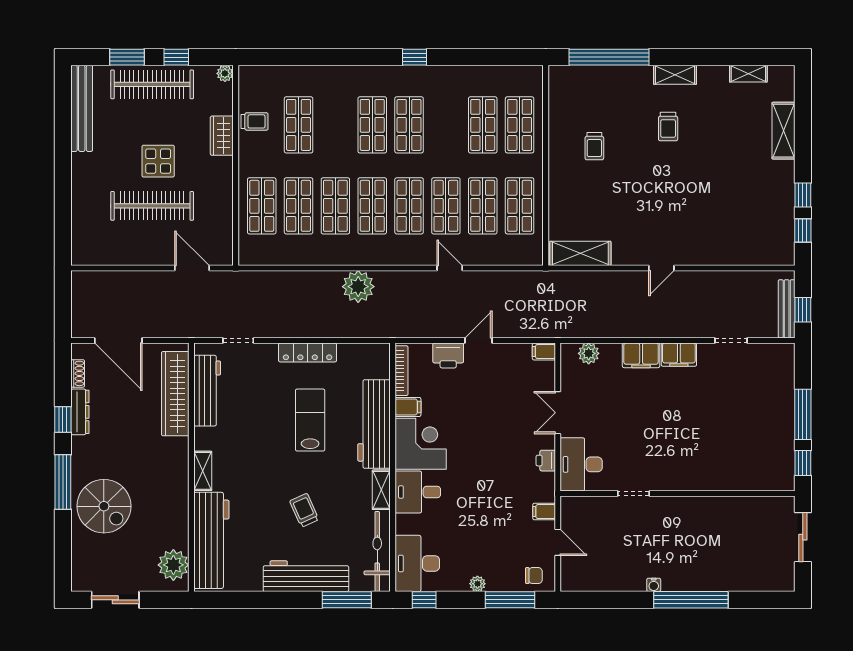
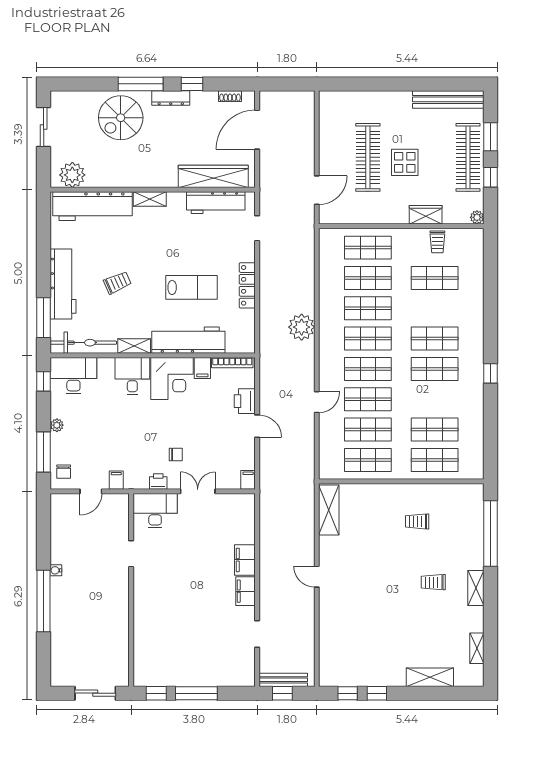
plant: (589, 353) -> (246, 517), removed
dresser: (80, 412) -> (171, 98), moved
chair: (513, 439) -> (176, 454), added

